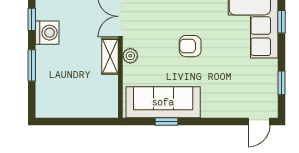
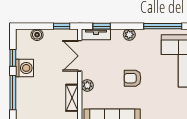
shelving: (110, 56) -> (72, 98), moved
window: (32, 65) -> (13, 93), width x1.44

